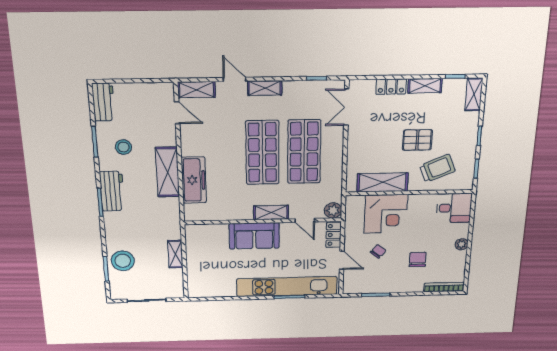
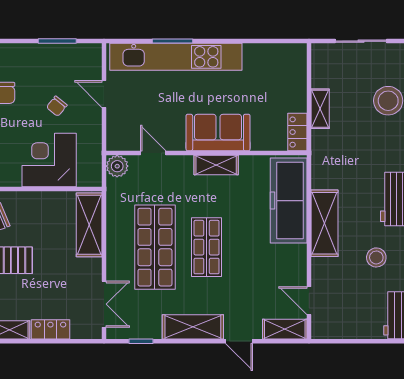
shelving: (265, 88) -> (193, 327), width x1.50, depth x1.33
shop shelf: (262, 153) -> (207, 247), width x0.70, depth x0.74
freezer: (194, 180) -> (289, 201), width x1.36, depth x1.26
shelving: (382, 182) -> (89, 225), moved, turned 90
shelving: (271, 213) -> (216, 165), moved
locker: (334, 235) -> (297, 132), moved, turned 180

